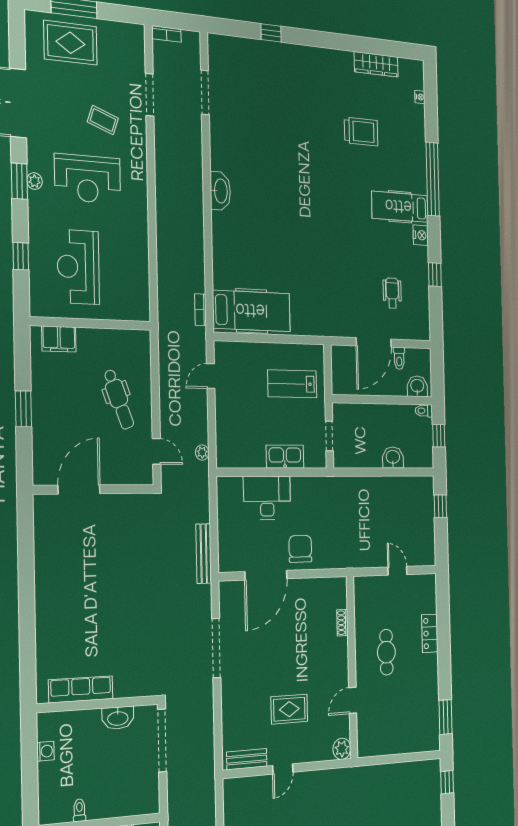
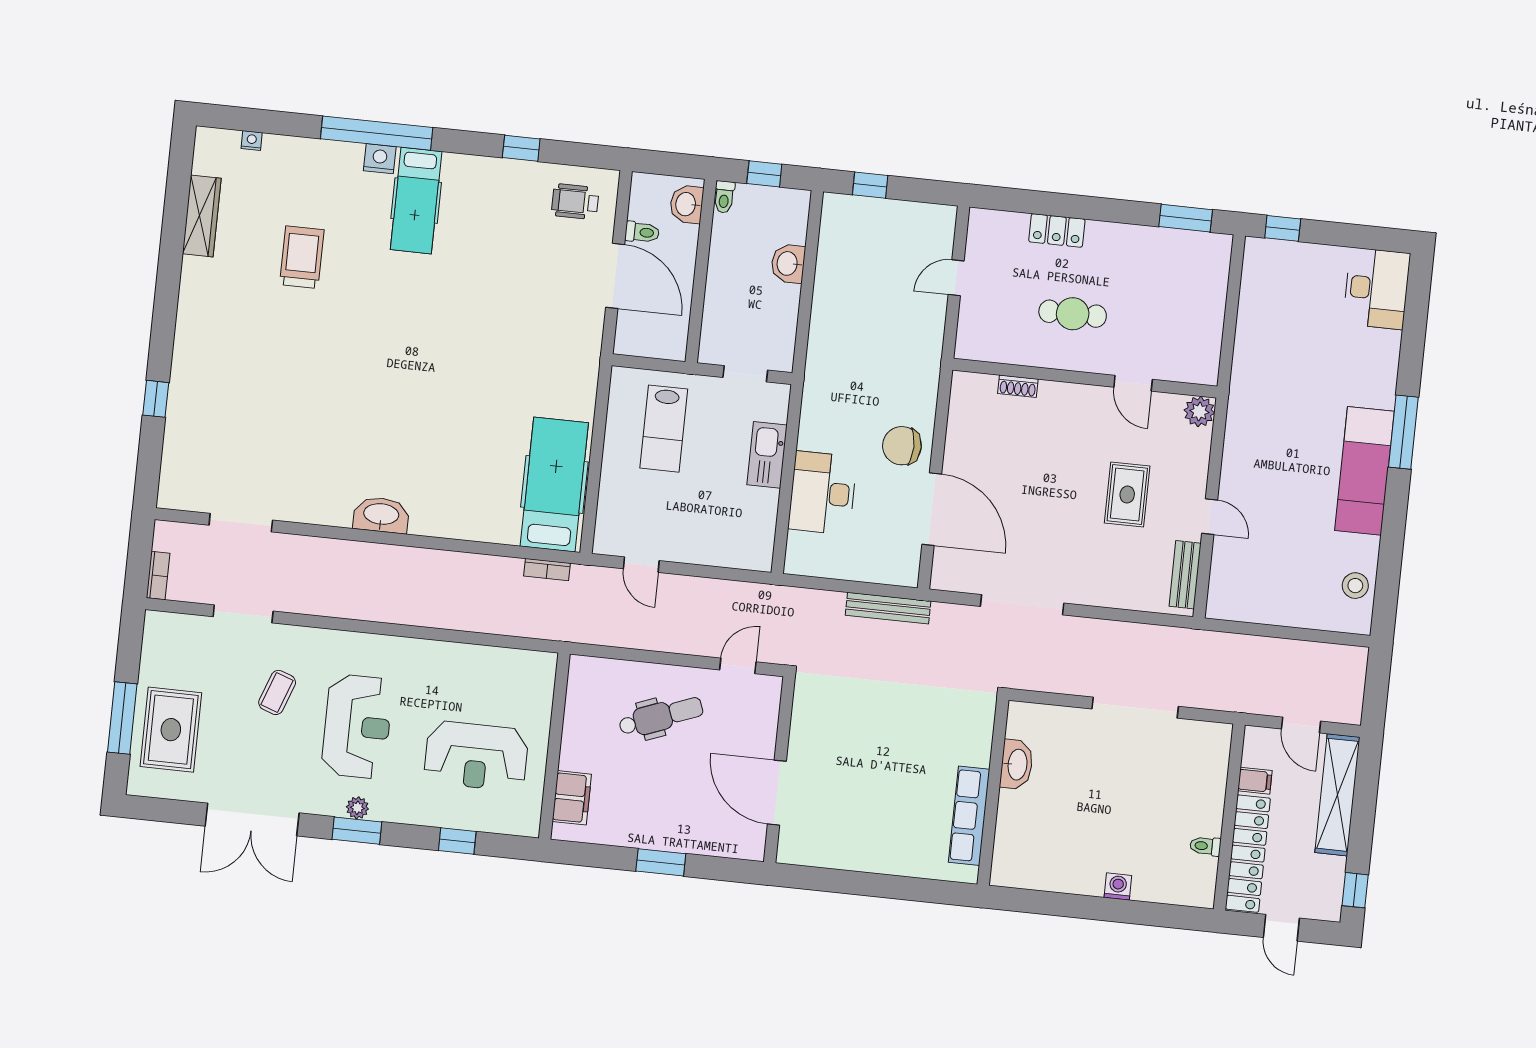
nightstand: (421, 235) -> (380, 159), moved
wheelchair: (392, 293) -> (575, 202), moved
plant: (202, 453) -> (747, 592), removed
row of seats: (81, 689) -> (969, 816), moved
wall: (98, 704) -> (993, 792), moved
washbasin: (118, 718) -> (1017, 764), moved

